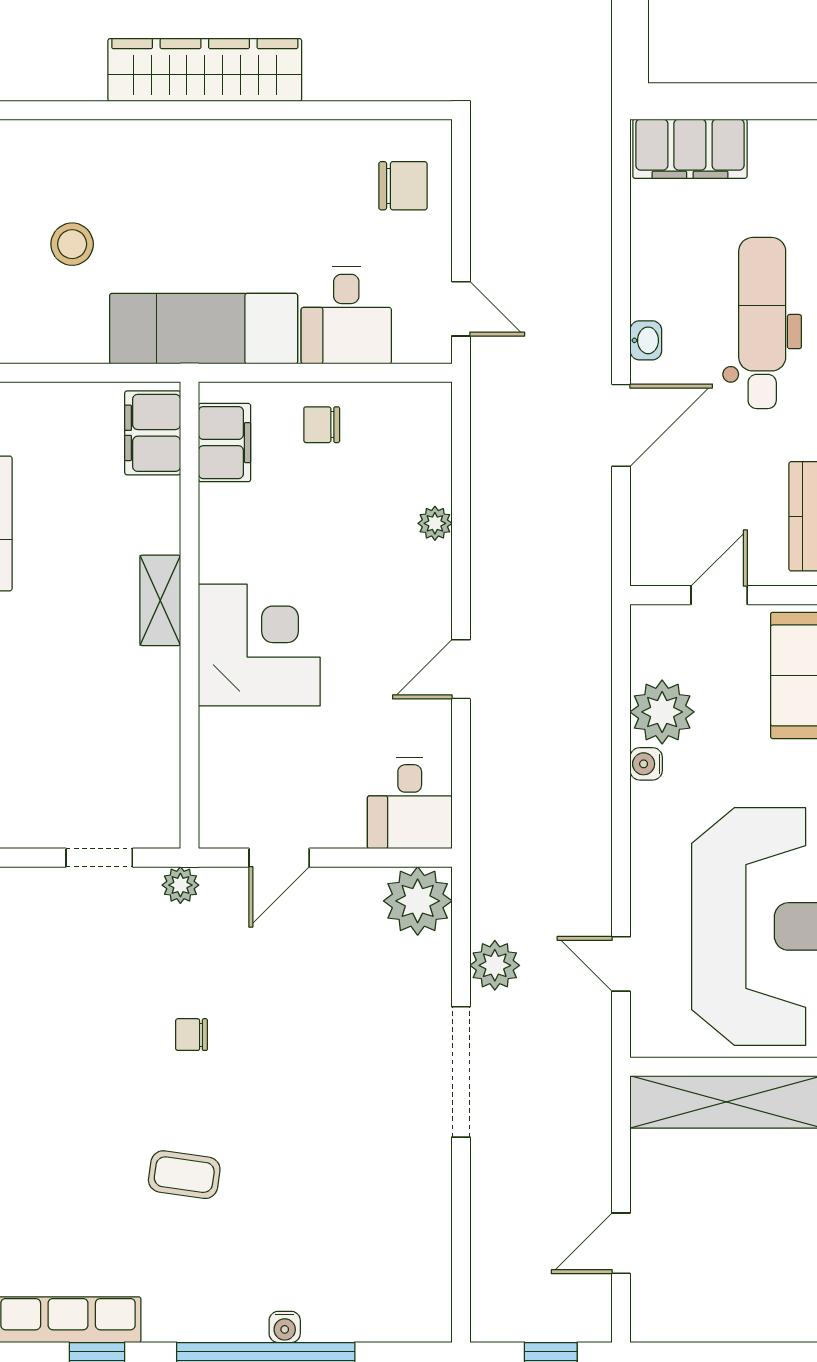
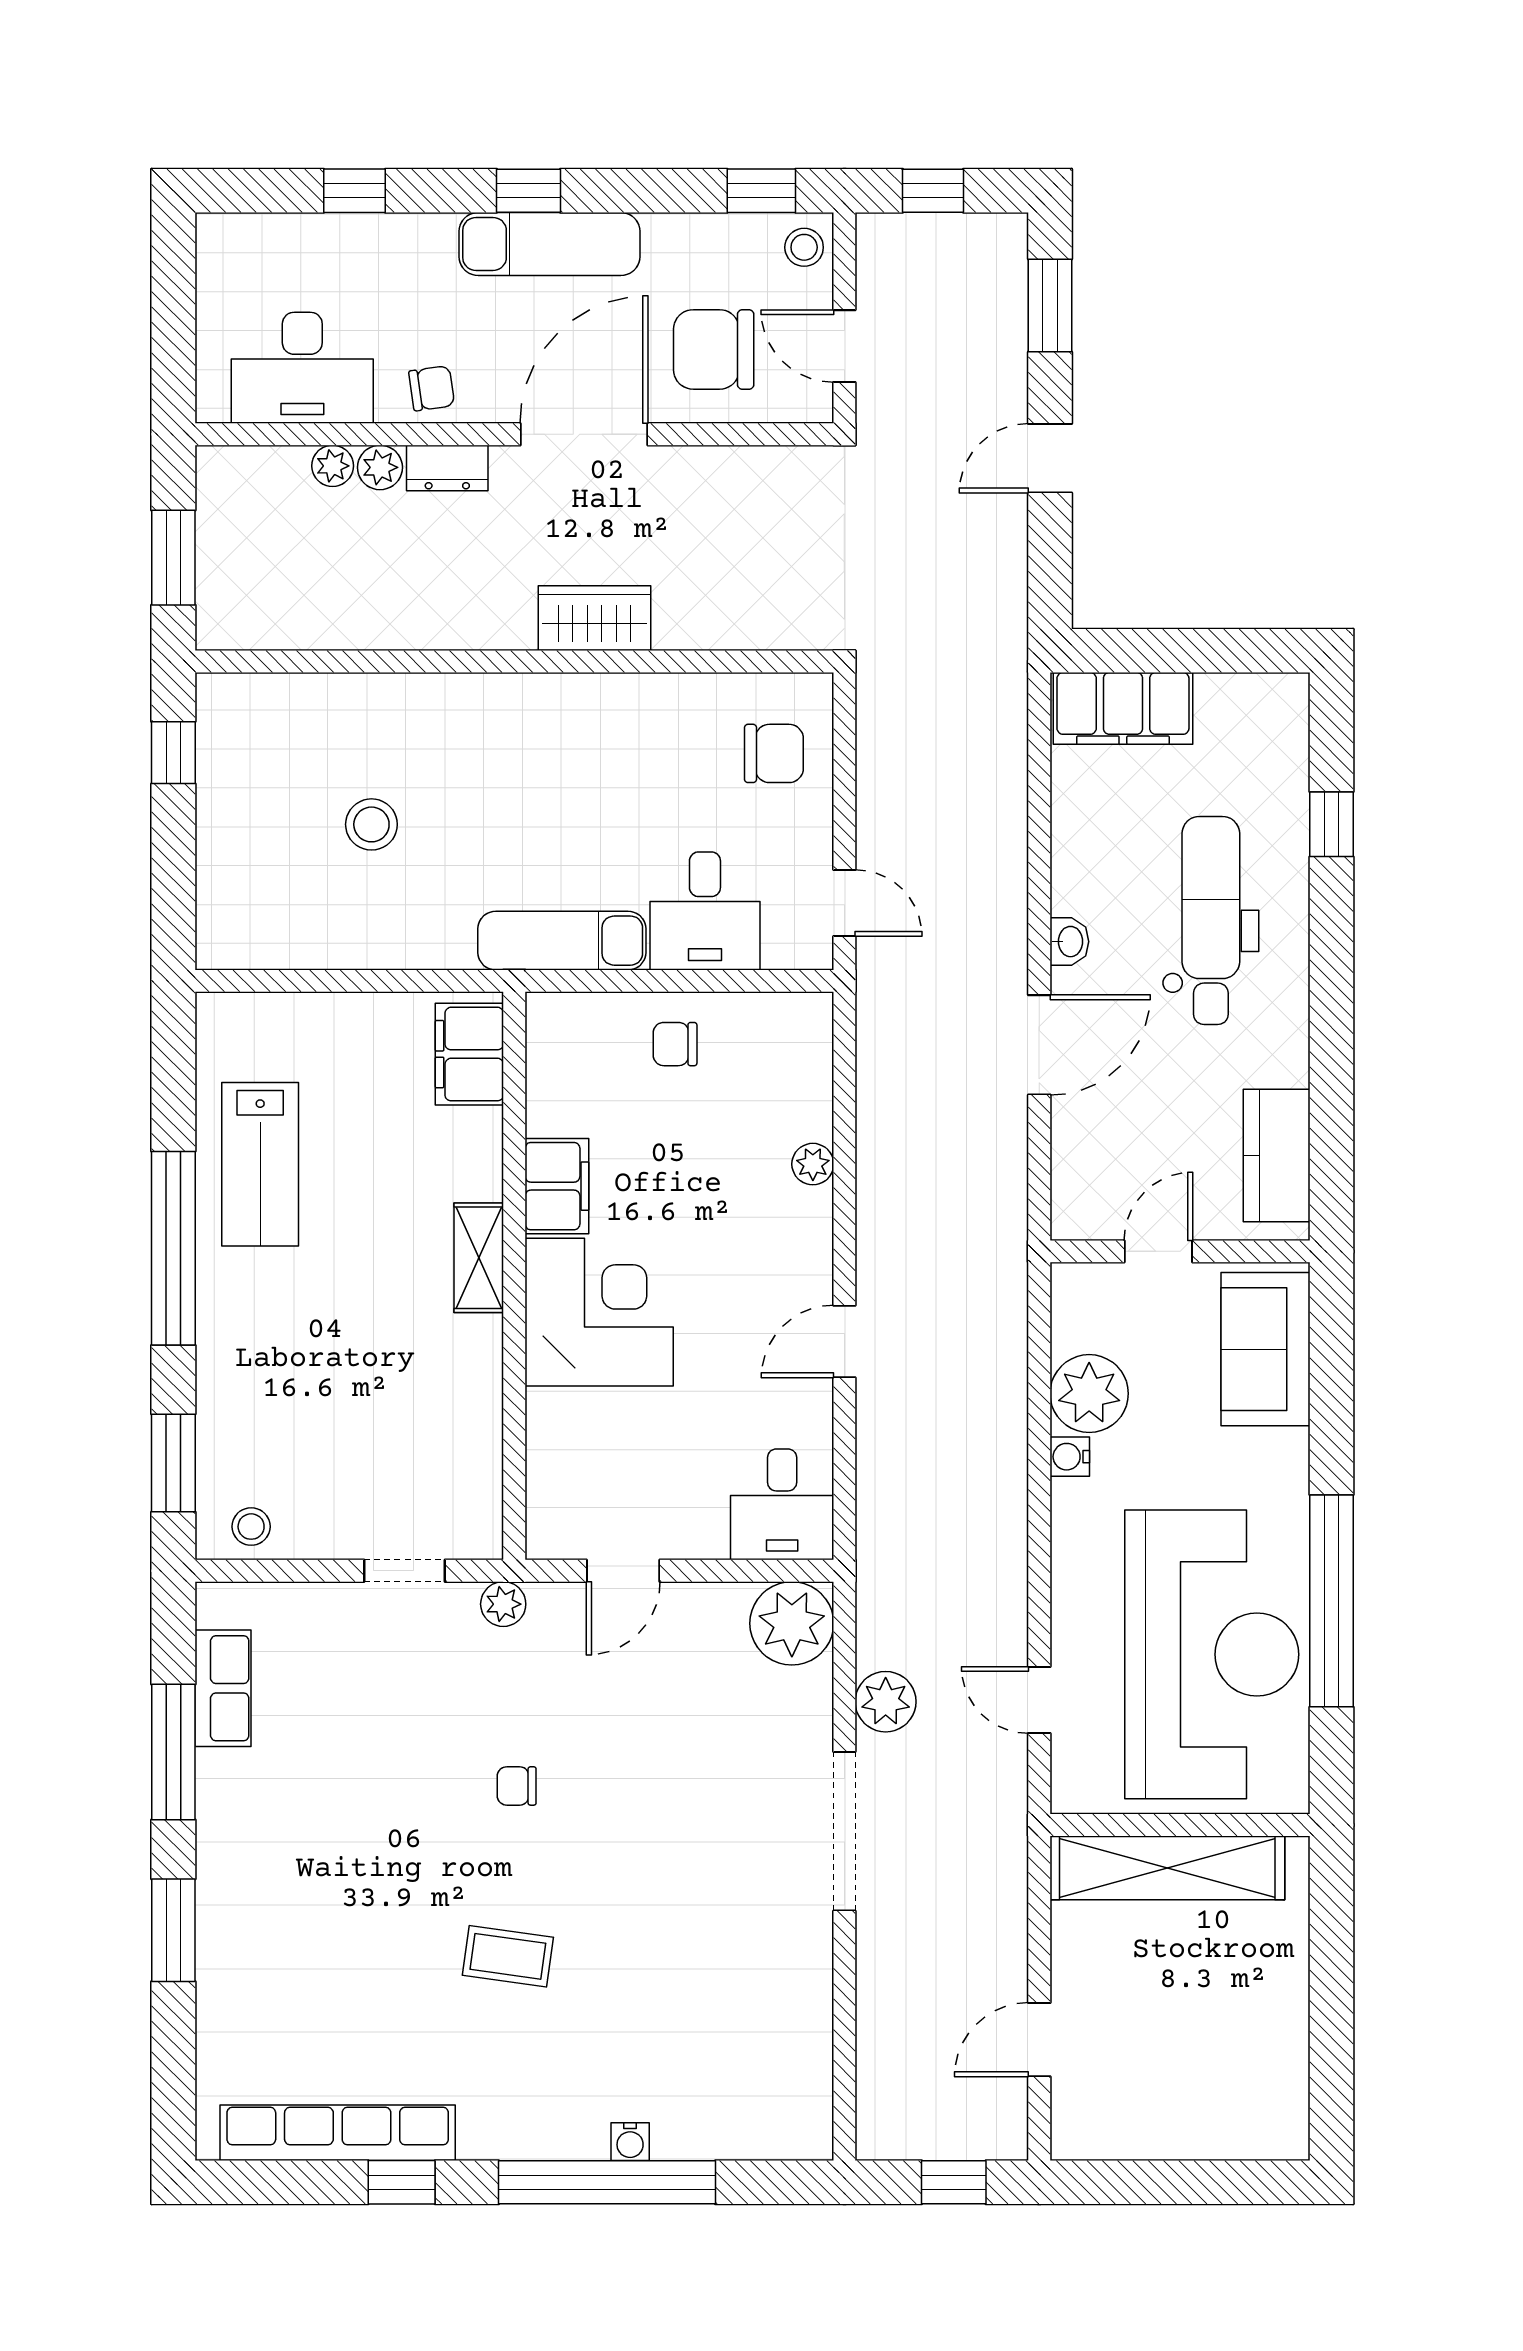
wardrobe: (205, 70) -> (595, 618), width x0.48, depth x0.85
exam couch: (204, 329) -> (562, 941), width x0.73, depth x0.69
filing cabinet: (225, 443) -> (557, 1186), moved

